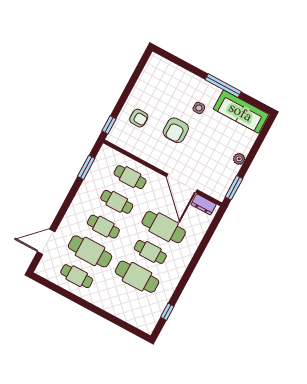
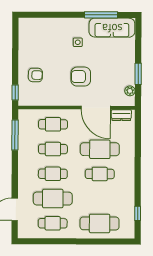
window: (223, 86) -> (101, 15), moved
armchair: (176, 130) -> (81, 77), moved, turned 90
plant: (239, 159) -> (130, 91), moved
window: (86, 167) -> (15, 135), width x1.44
window: (234, 188) -> (138, 74), moved
cafe table: (137, 277) -> (100, 223), moved

